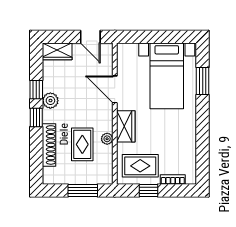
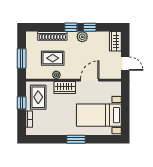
door: (90, 37) -> (125, 64), swing flipped
window: (203, 81) -> (76, 139), moved

